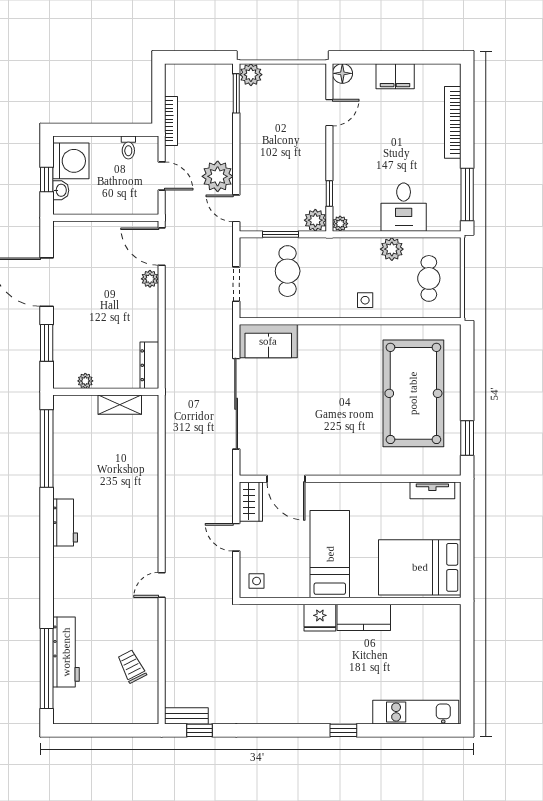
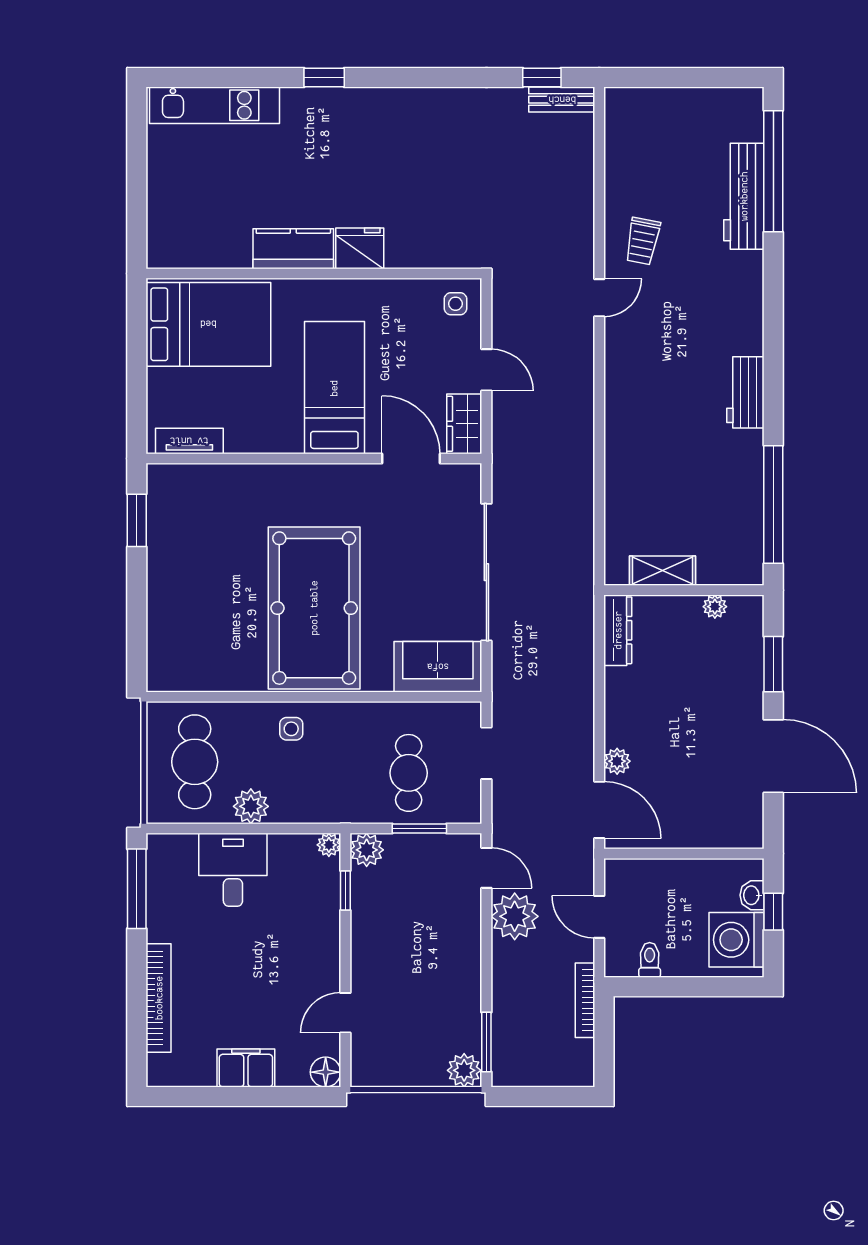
cafe table: (429, 278) -> (195, 762), width x1.37, depth x1.35
pool table: (413, 393) -> (314, 608), moved
bed: (330, 554) -> (334, 388), moved, turned 180
trolley: (132, 666) -> (643, 241), moved, turned 38

